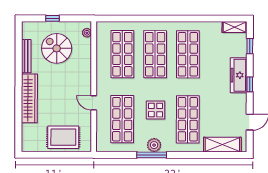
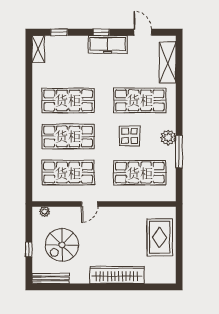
bench: (26, 56) -> (51, 278), moved
freezer: (239, 75) -> (108, 45), moved
door: (94, 103) -> (90, 204), moved
window: (152, 155) -> (179, 152), moved

